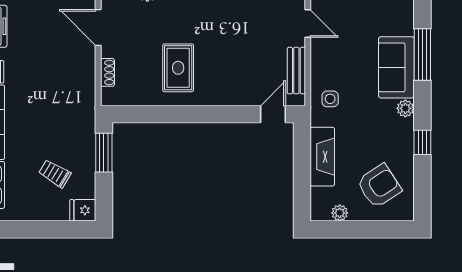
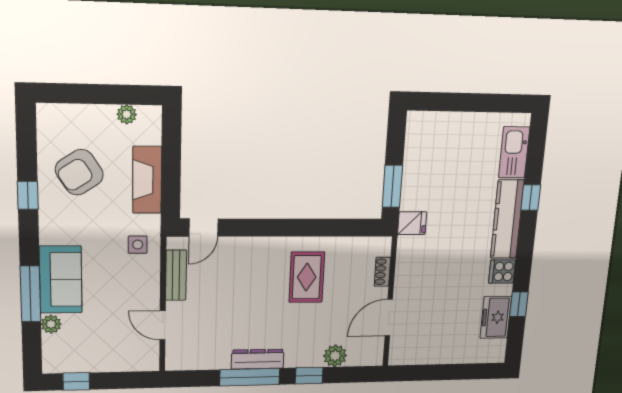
door: (98, 28) -> (389, 318), swing flipped
plant: (405, 108) -> (51, 324), moved
trolley: (55, 174) -> (447, 164), removed
armchair: (379, 186) -> (79, 172), moved
fridge: (83, 210) -> (412, 223), moved

